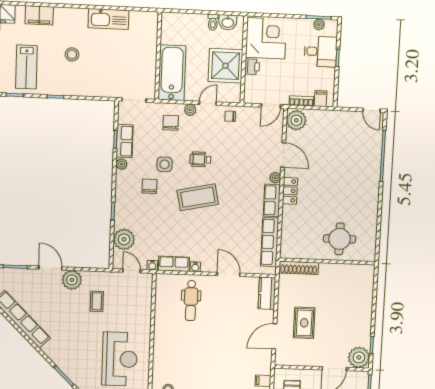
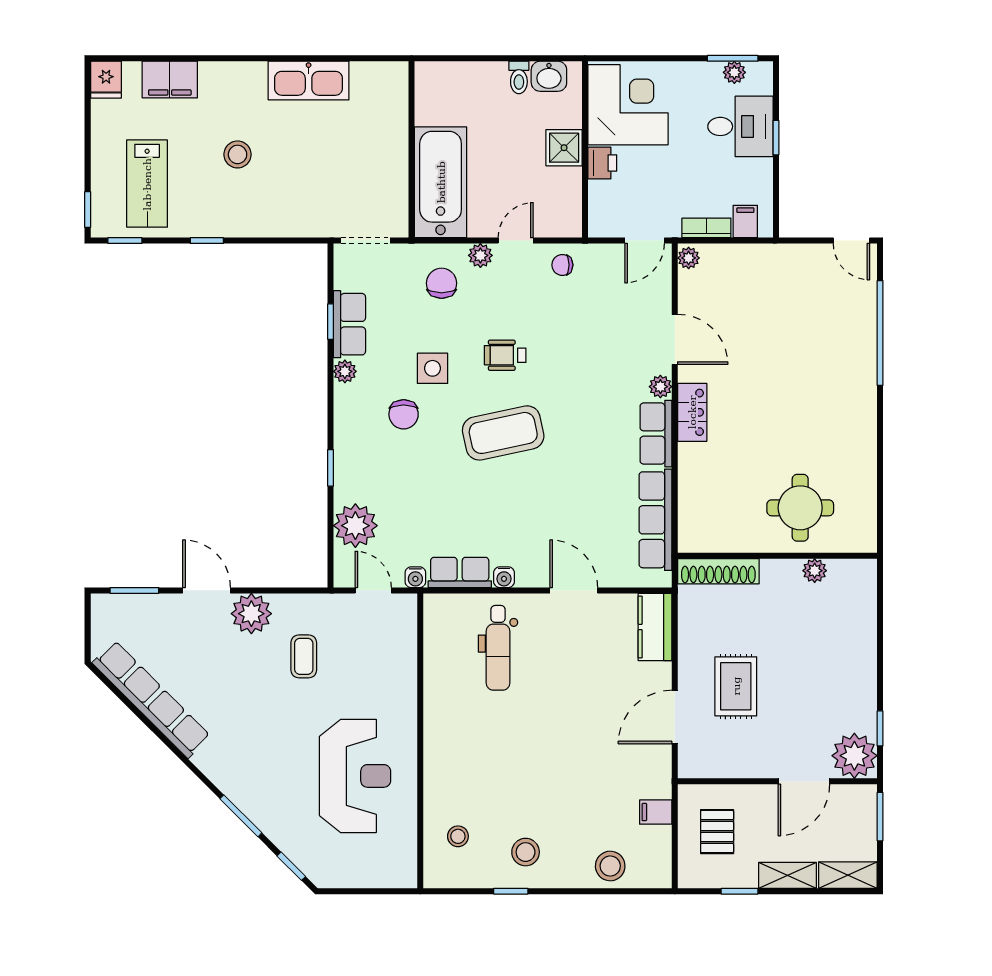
shower: (226, 66) -> (564, 148), width x0.54, depth x0.54
plant: (296, 120) -> (689, 258), width x0.53, depth x0.53
chair: (150, 186) -> (404, 414), turned 180
plant: (345, 269) -> (815, 571), added

